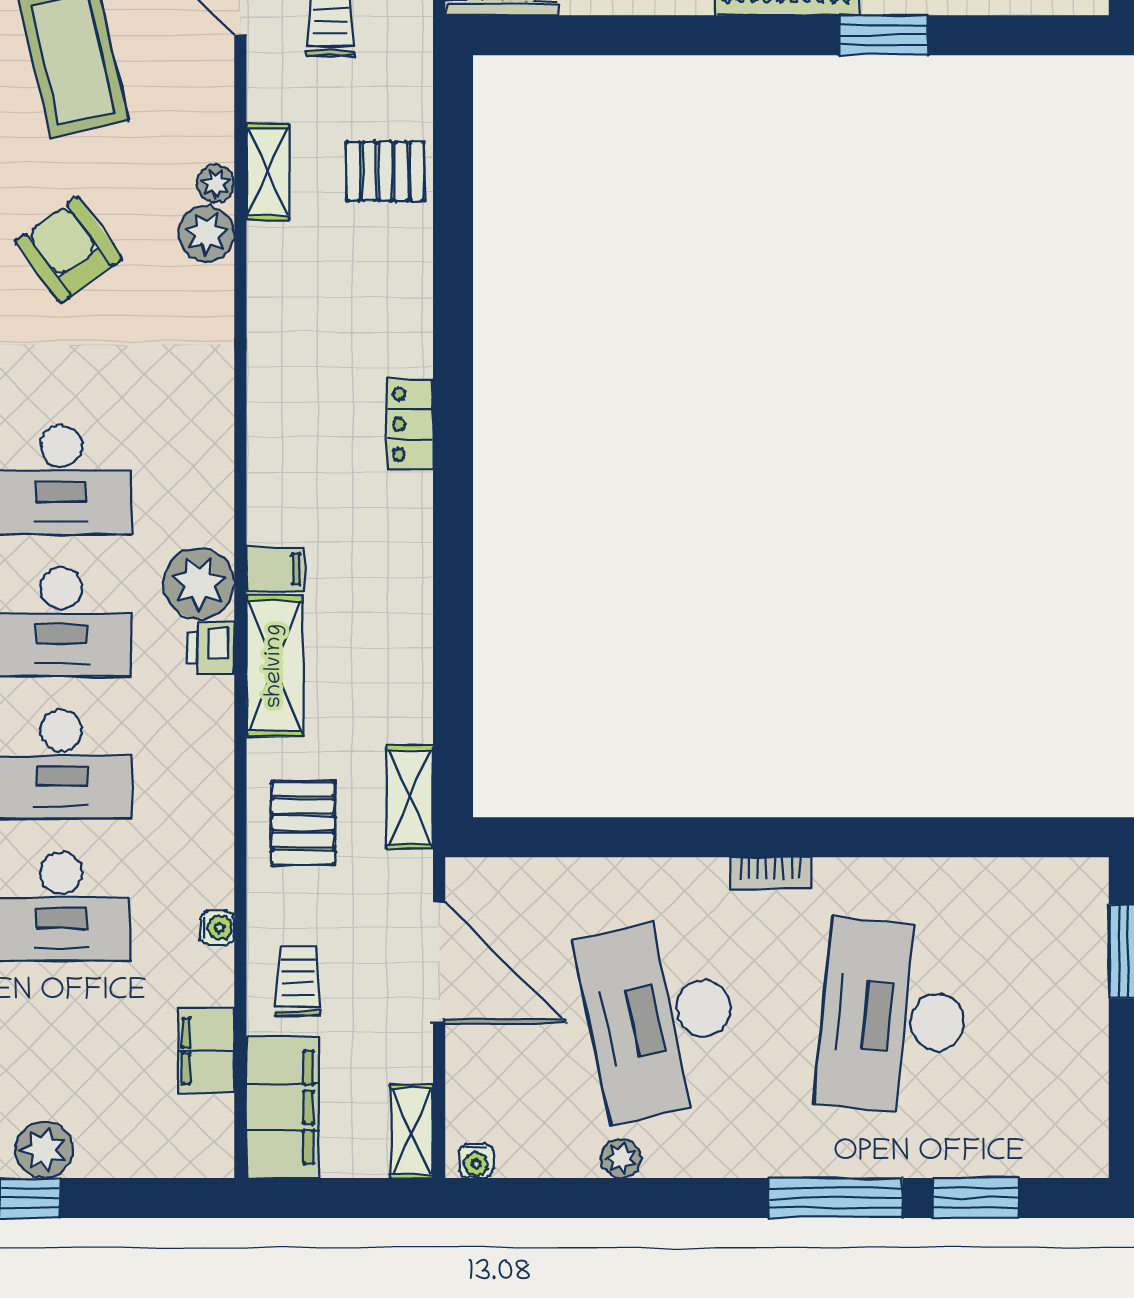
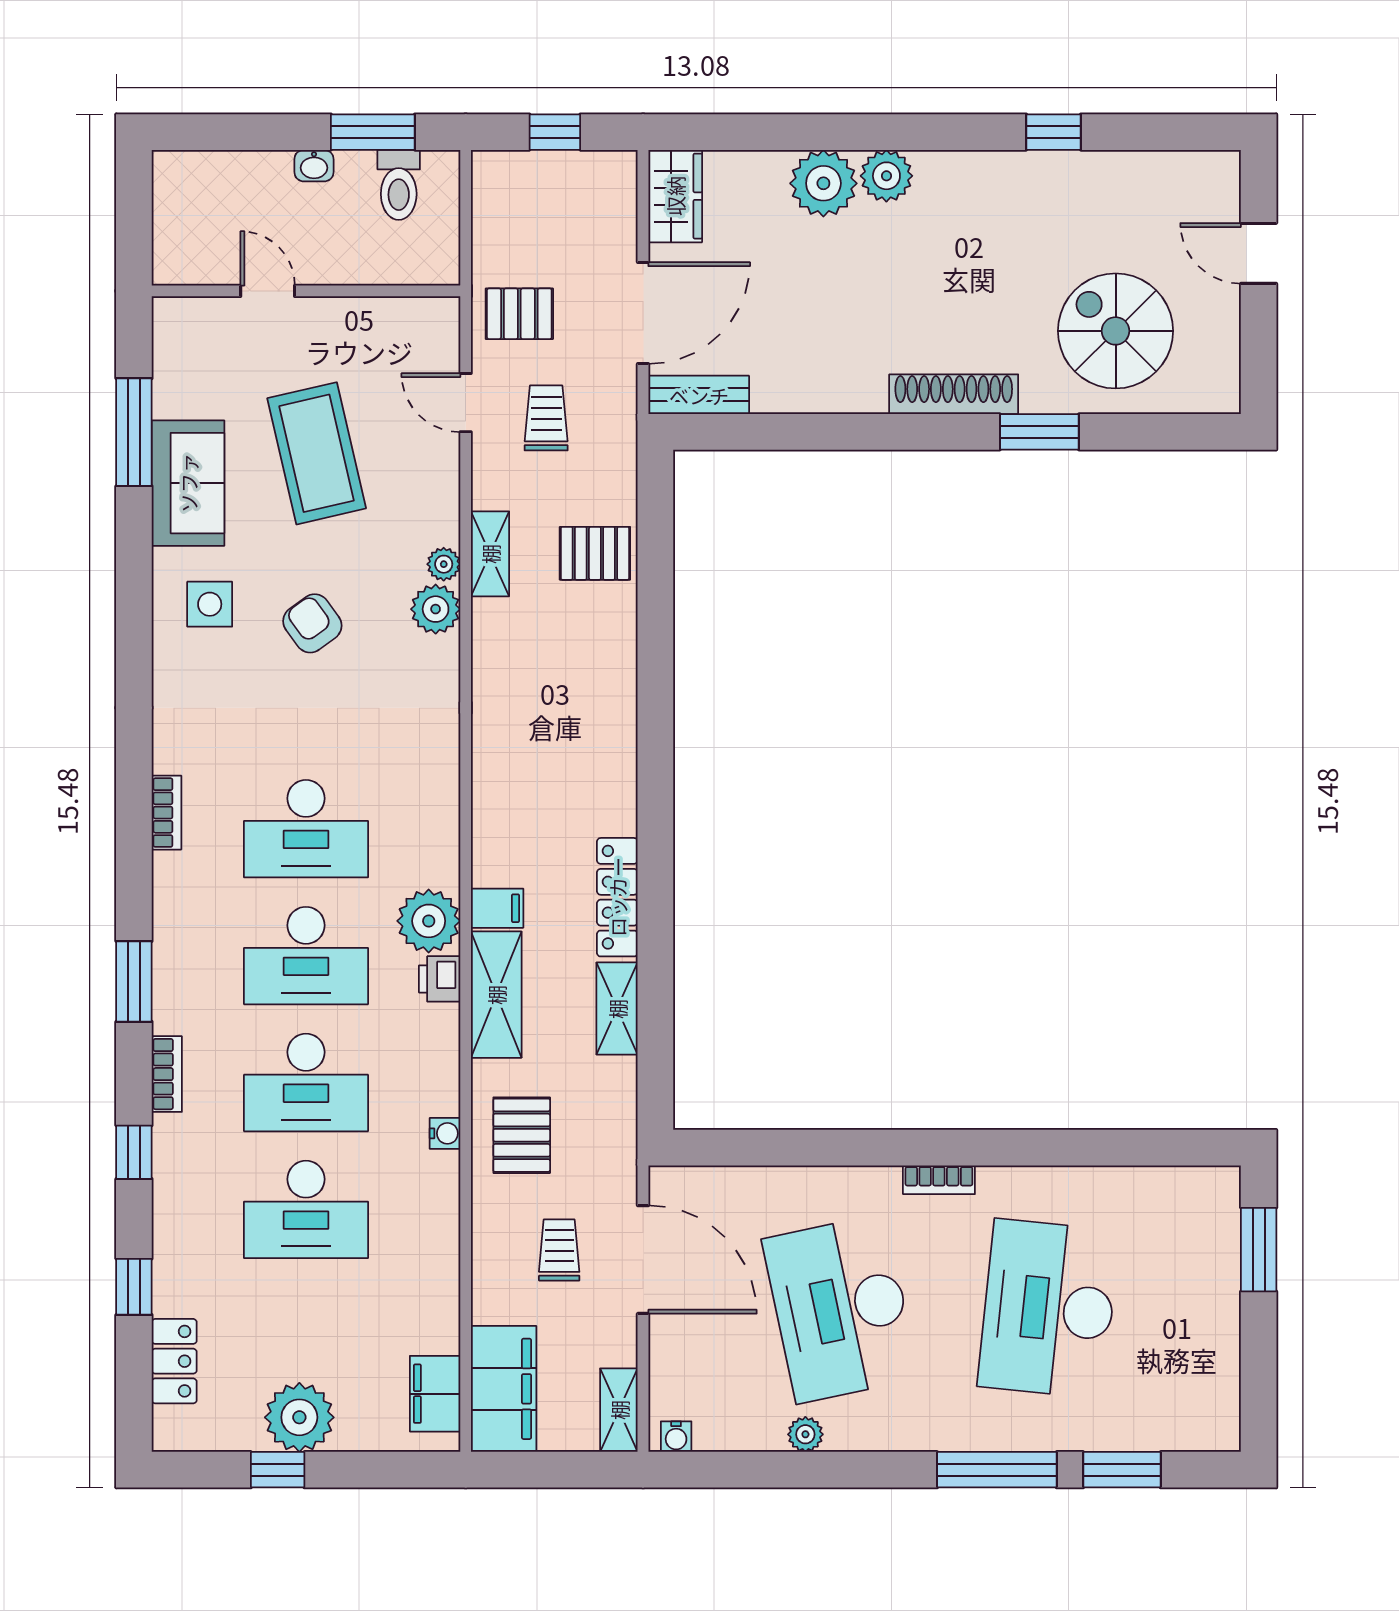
armchair: (69, 250) -> (312, 623), width x0.72, depth x0.72
locker: (410, 424) -> (617, 897), moved, width x1.53
shelving: (410, 797) -> (617, 1009), moved
water cooler: (217, 928) -> (445, 1133), moved
trolley: (298, 982) -> (559, 1250), moved
filing cabinet: (206, 1051) -> (435, 1394), moved
plant: (44, 1150) -> (299, 1417), width x1.36, depth x1.36

